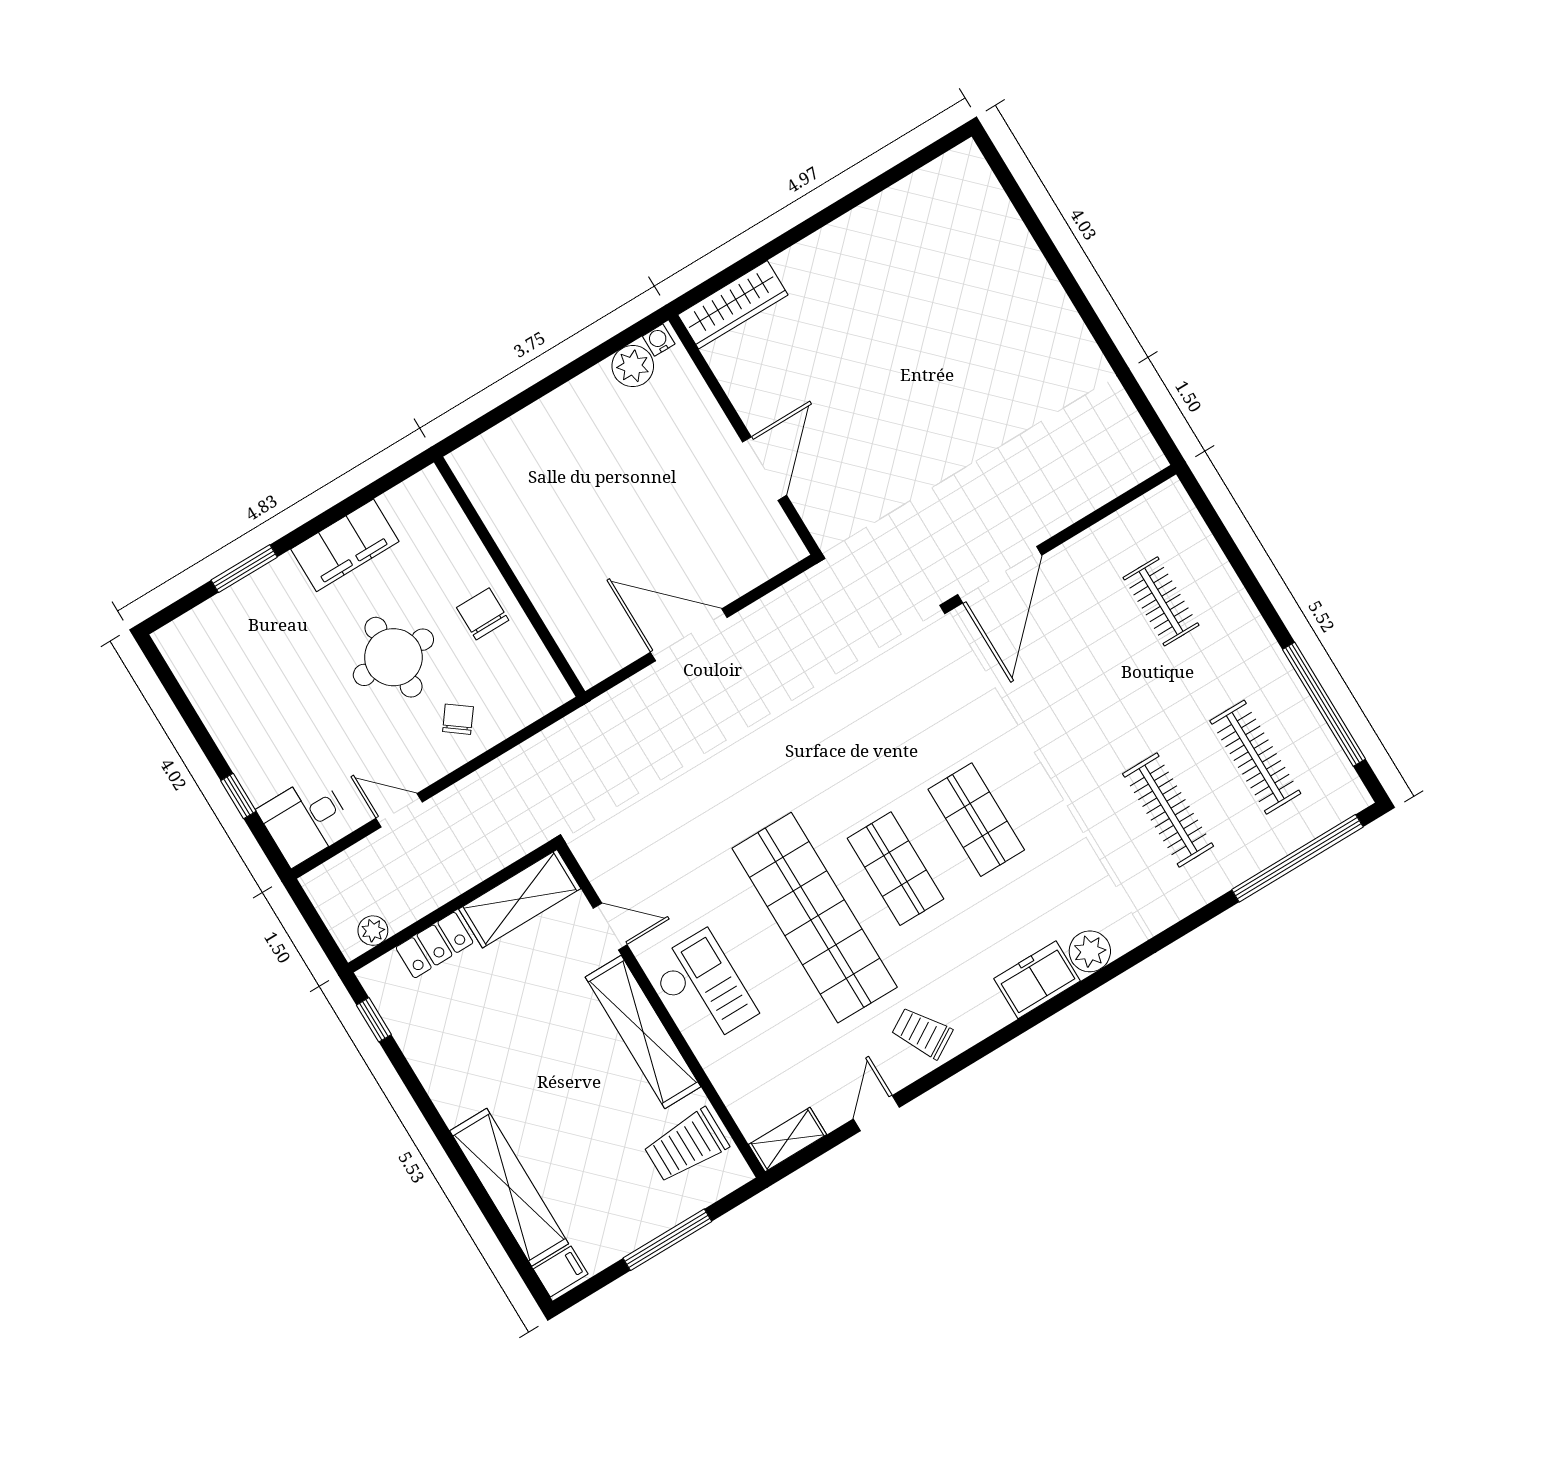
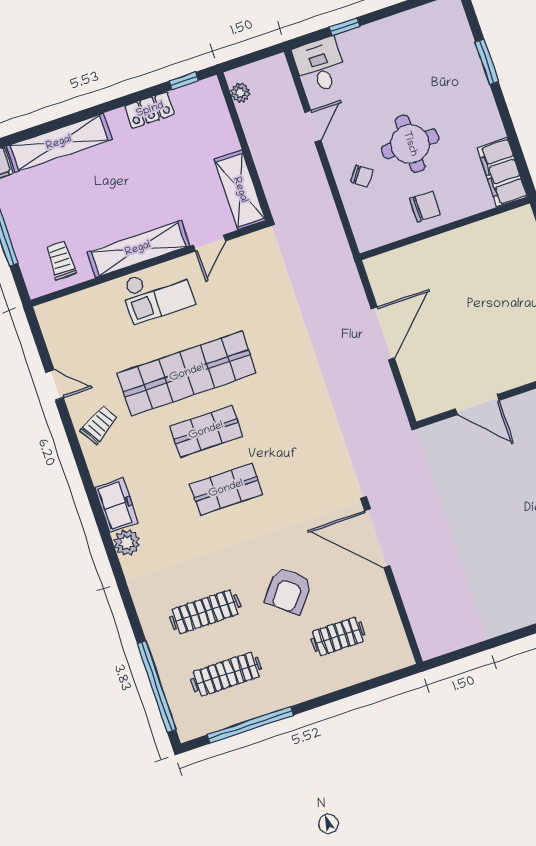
filing cabinet: (345, 545) -> (502, 172), moved
armchair: (1109, 691) -> (288, 591), added
locker: (435, 945) -> (150, 110), moved, turned -90
shelving: (788, 1139) -> (50, 325), removed
trolley: (686, 1145) -> (61, 260), width x0.73, depth x0.72

